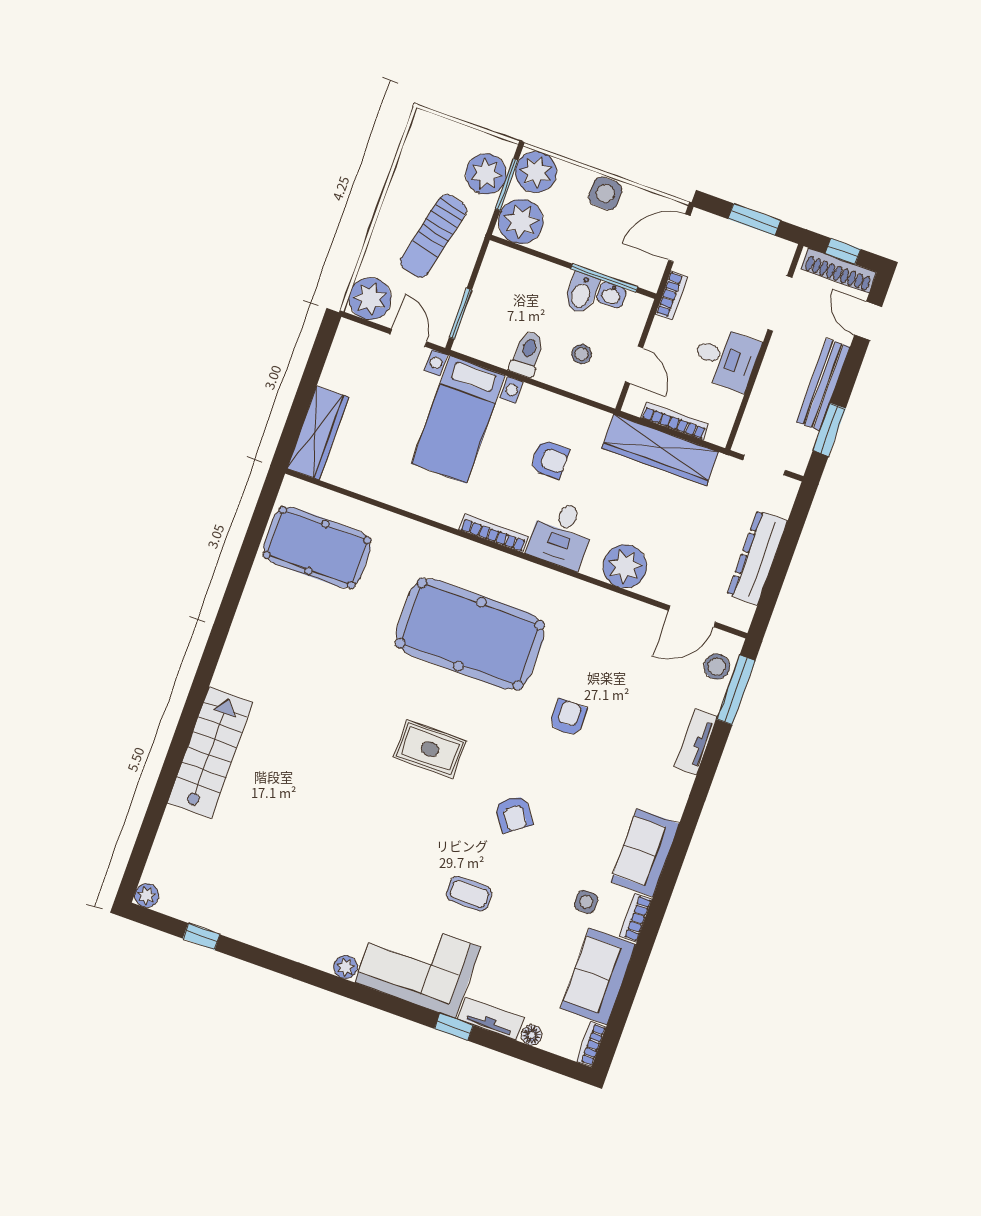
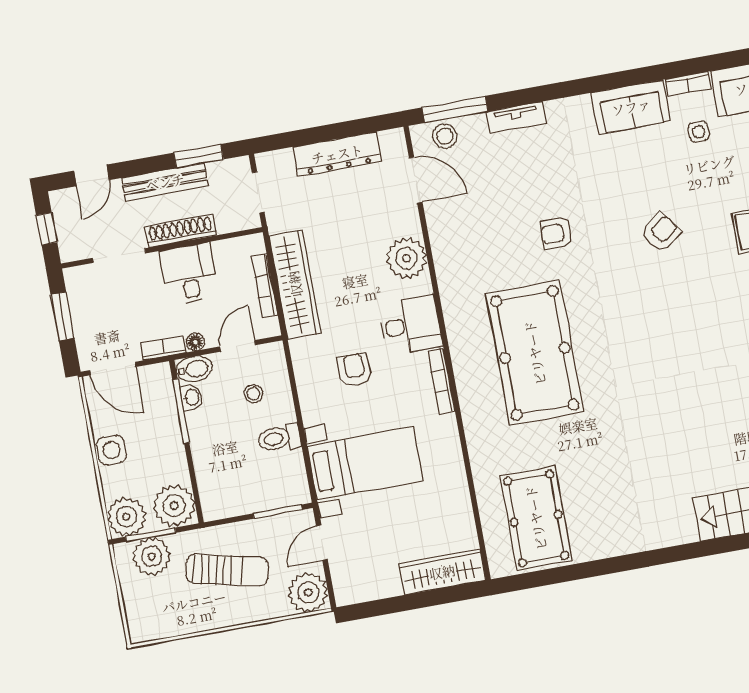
shoe rack: (839, 271) -> (181, 231), moved, turned -90
bidet: (581, 293) -> (194, 369), moved
floor lamp: (660, 328) -> (195, 342), added
rug: (430, 749) -> (647, 331), removed

